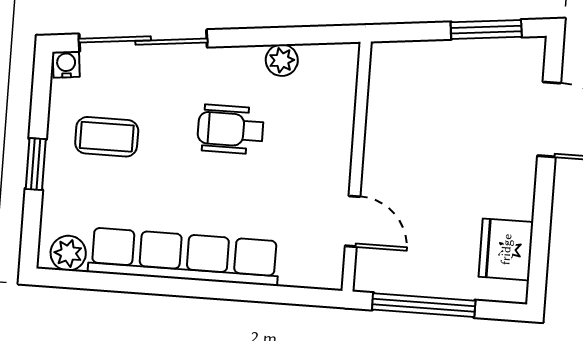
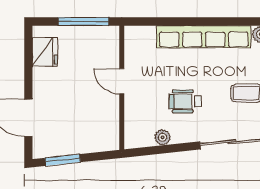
wheelchair: (231, 129) -> (185, 101), turned 180
door: (353, 221) -> (122, 81), moved

